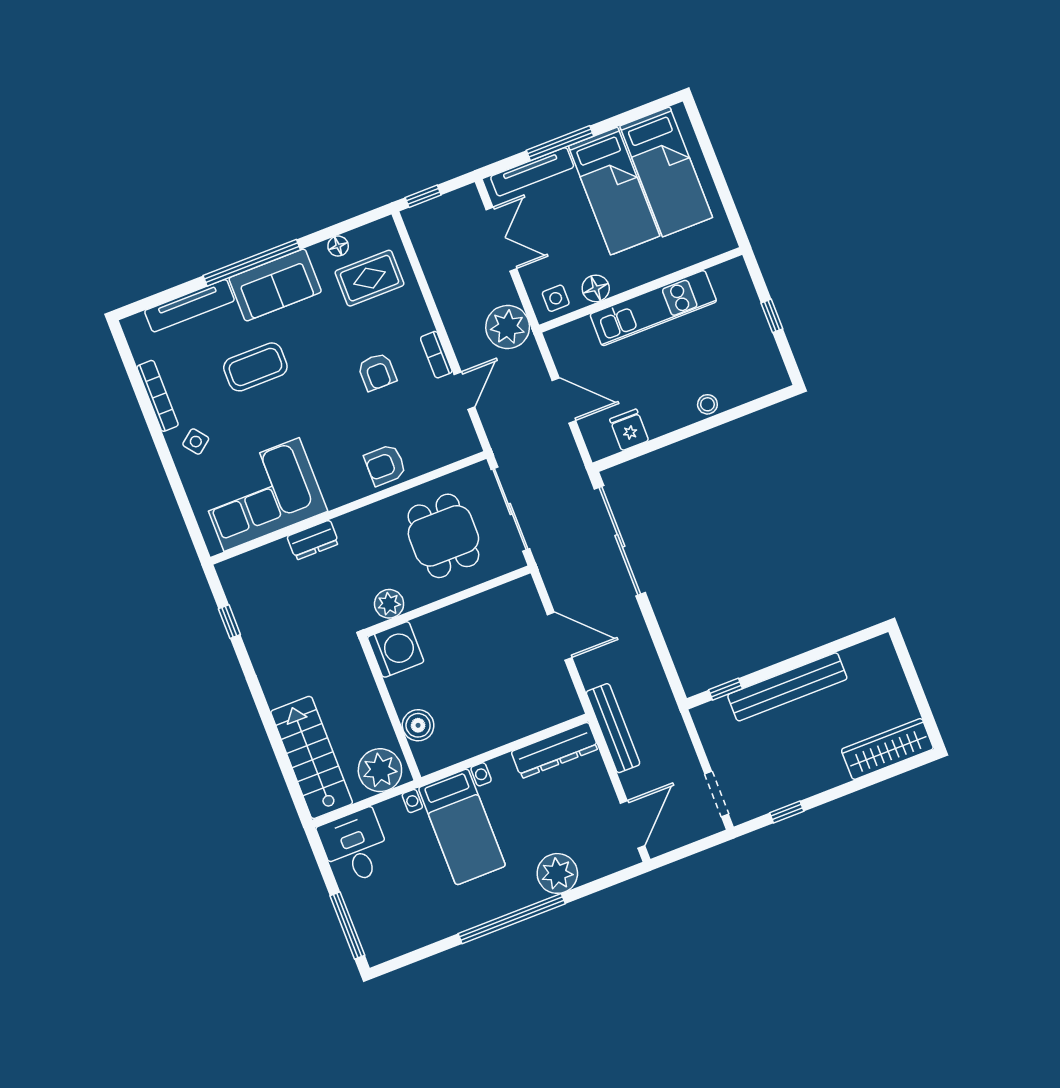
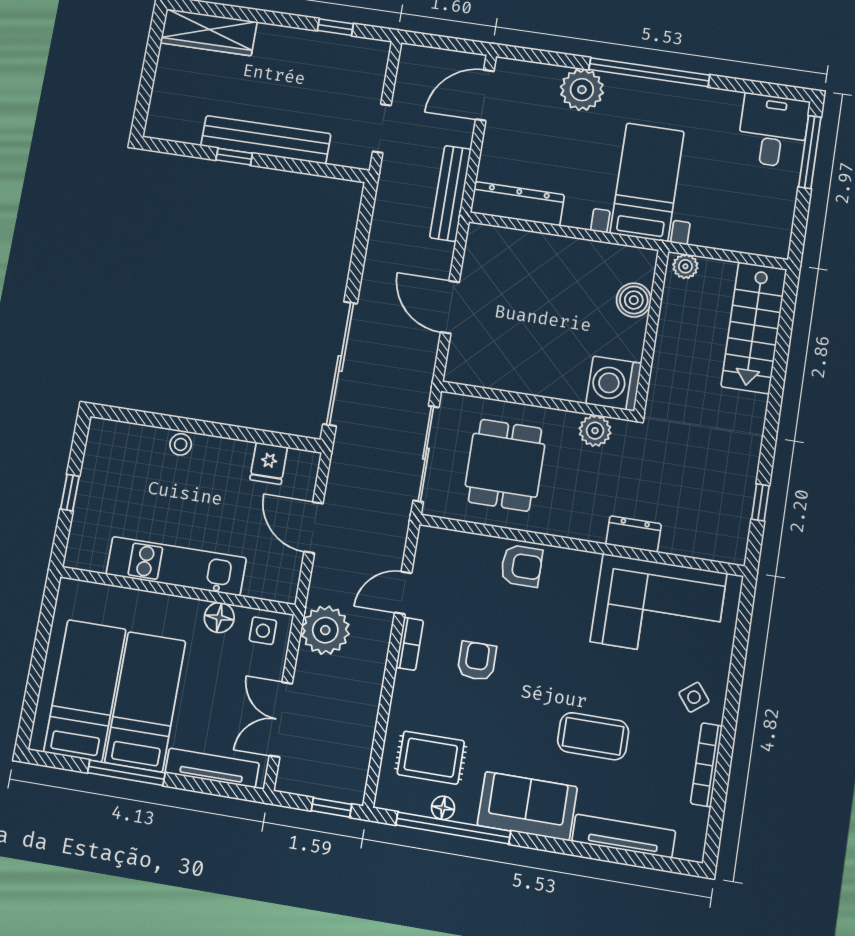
window: (560, 143) -> (126, 773), moved
window: (252, 263) -> (453, 828), moved
window: (725, 689) -> (234, 157), moved
plant: (380, 770) -> (685, 266), width x0.53, depth x0.53
doorway: (717, 794) -> (382, 128), moved
desk: (355, 847) -> (773, 131), moved, turned 180

